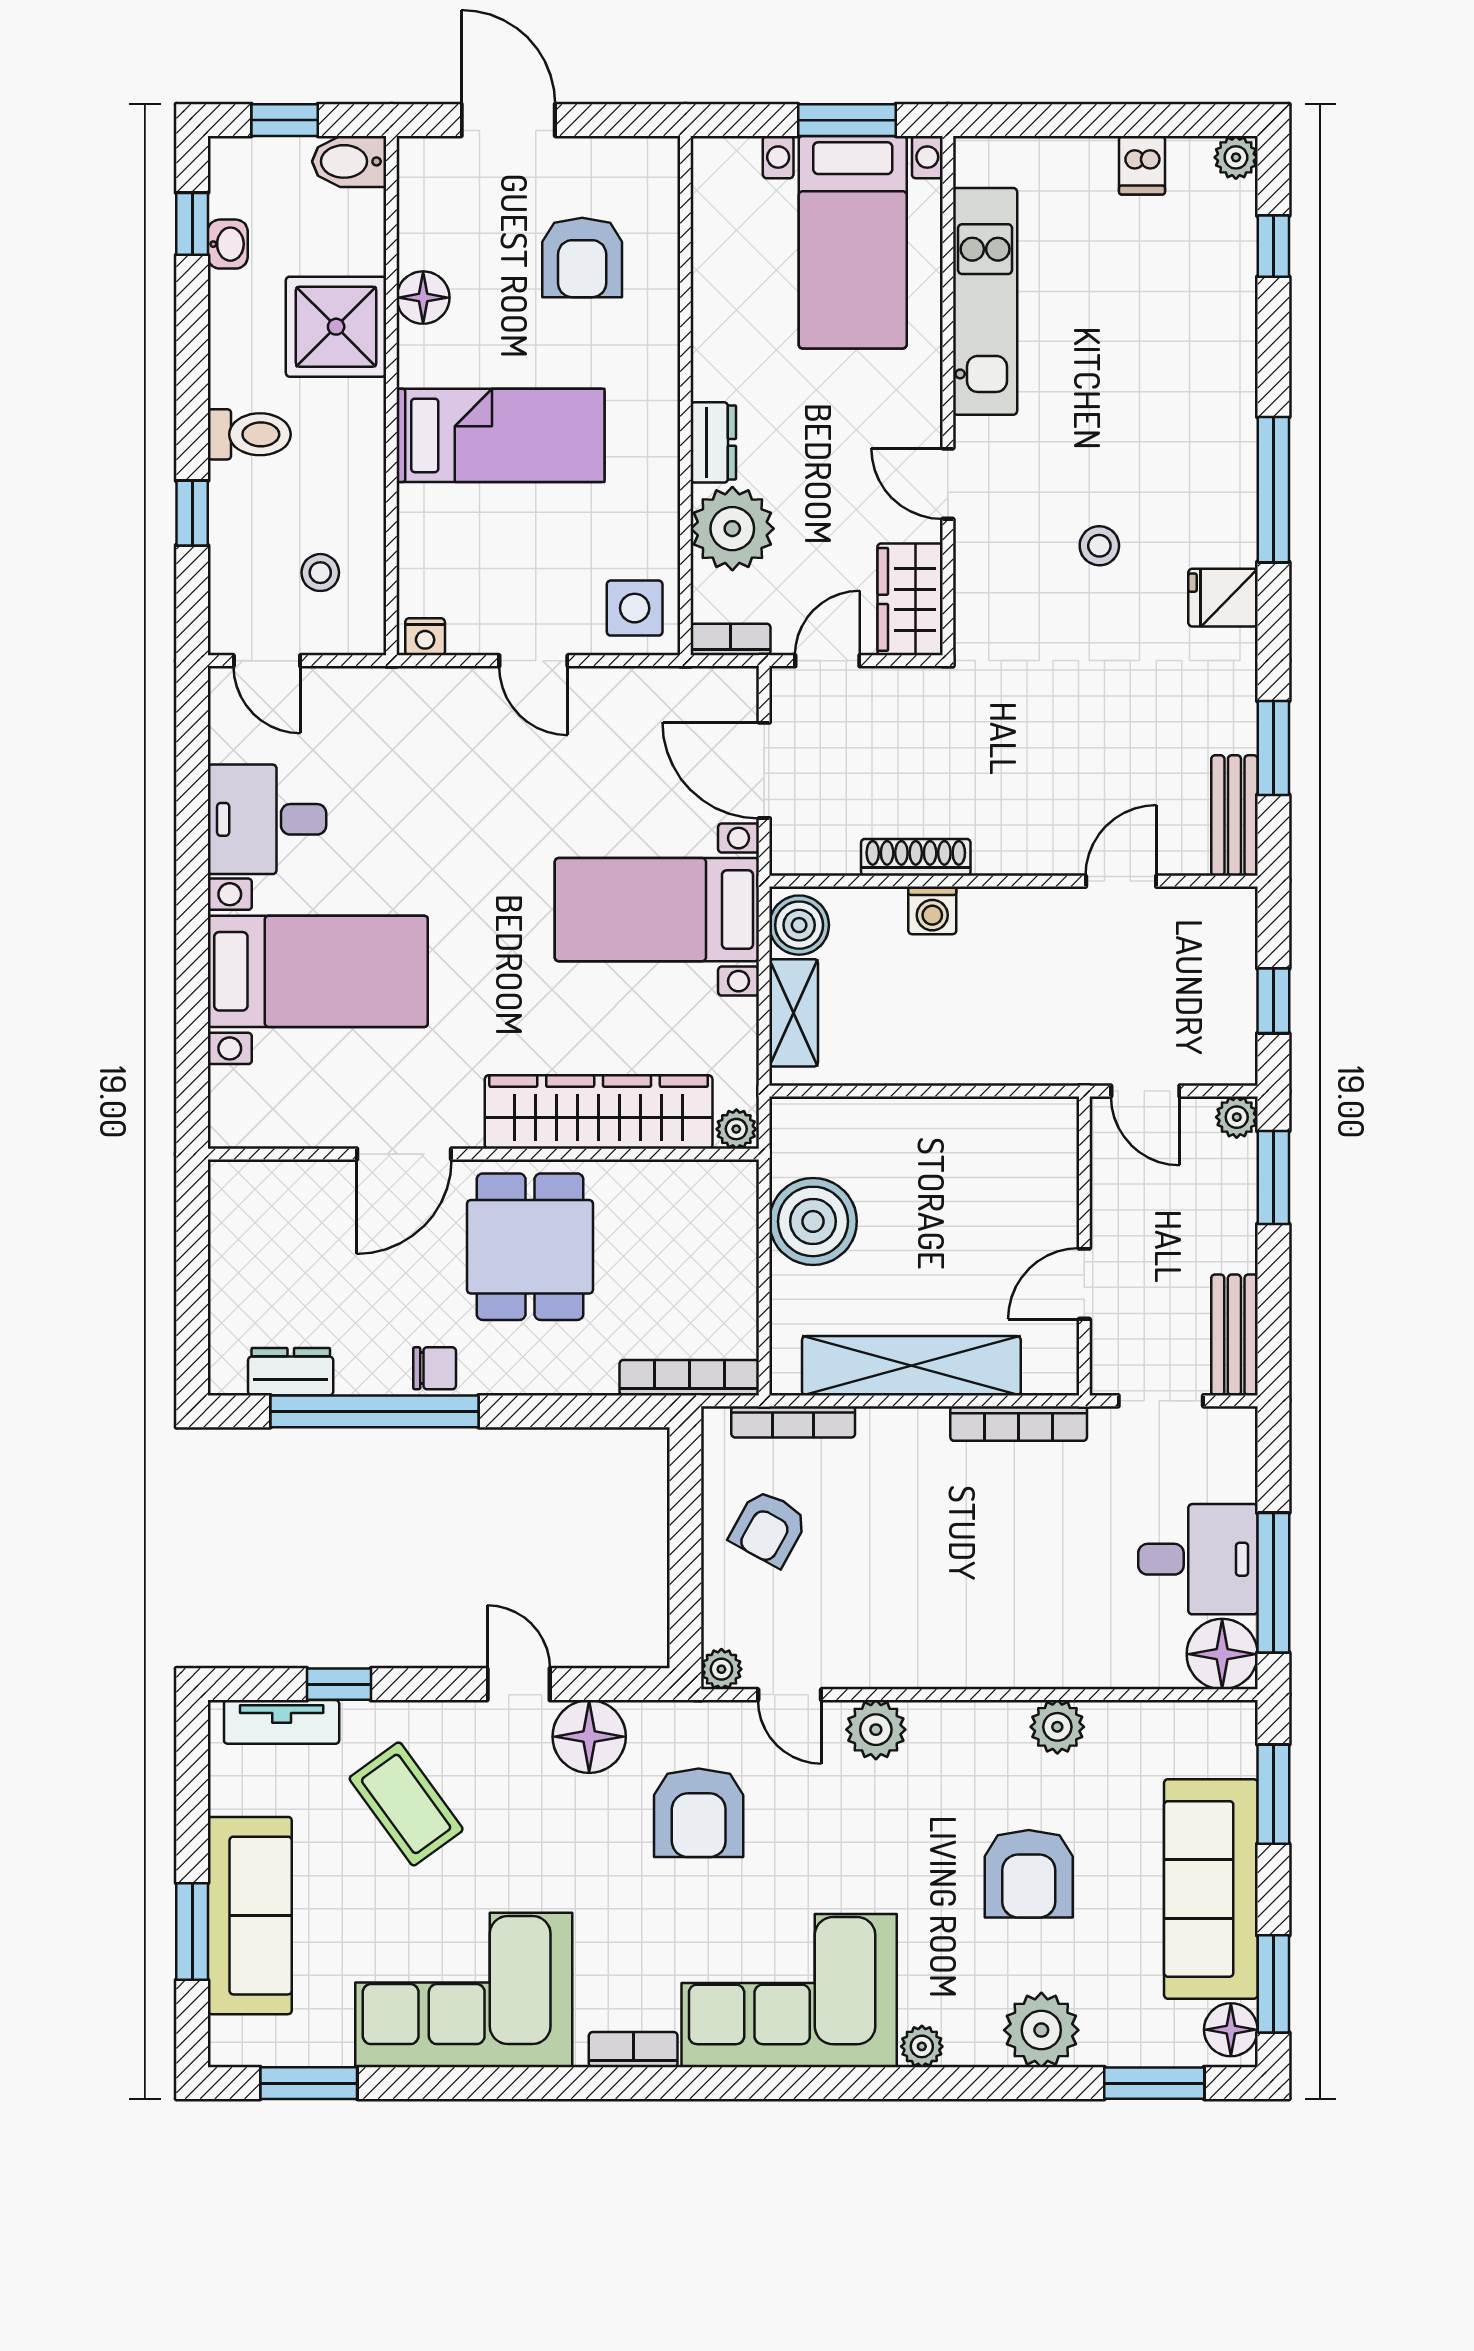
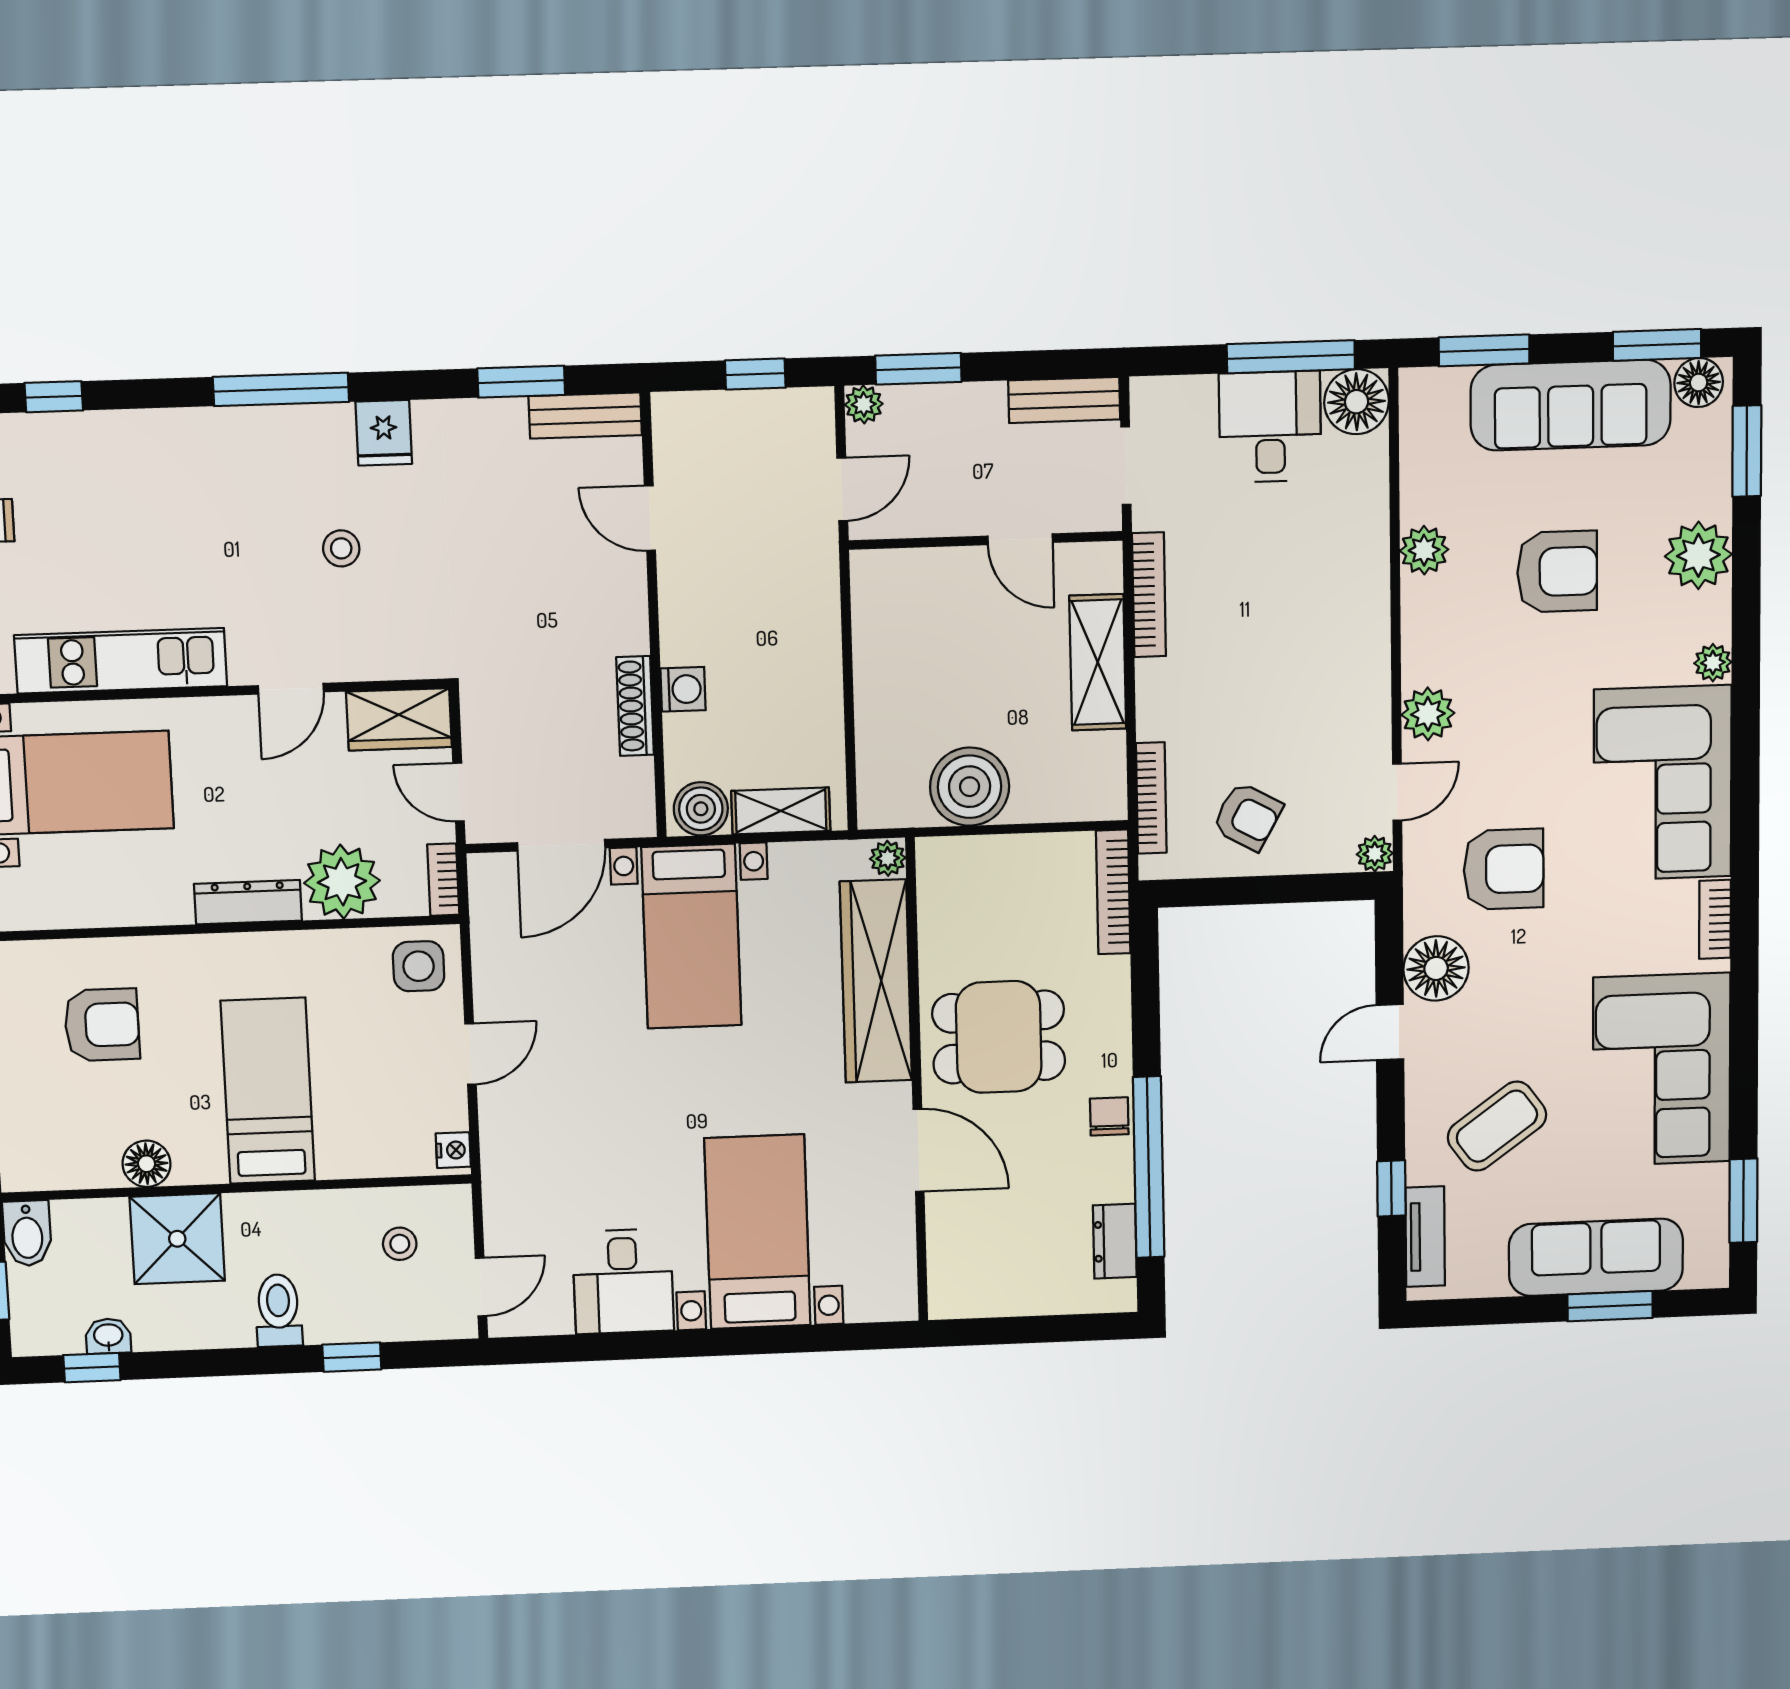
dresser: (713, 442) -> (248, 902), width x1.44
shelving: (911, 1366) -> (1098, 662), width x0.68

